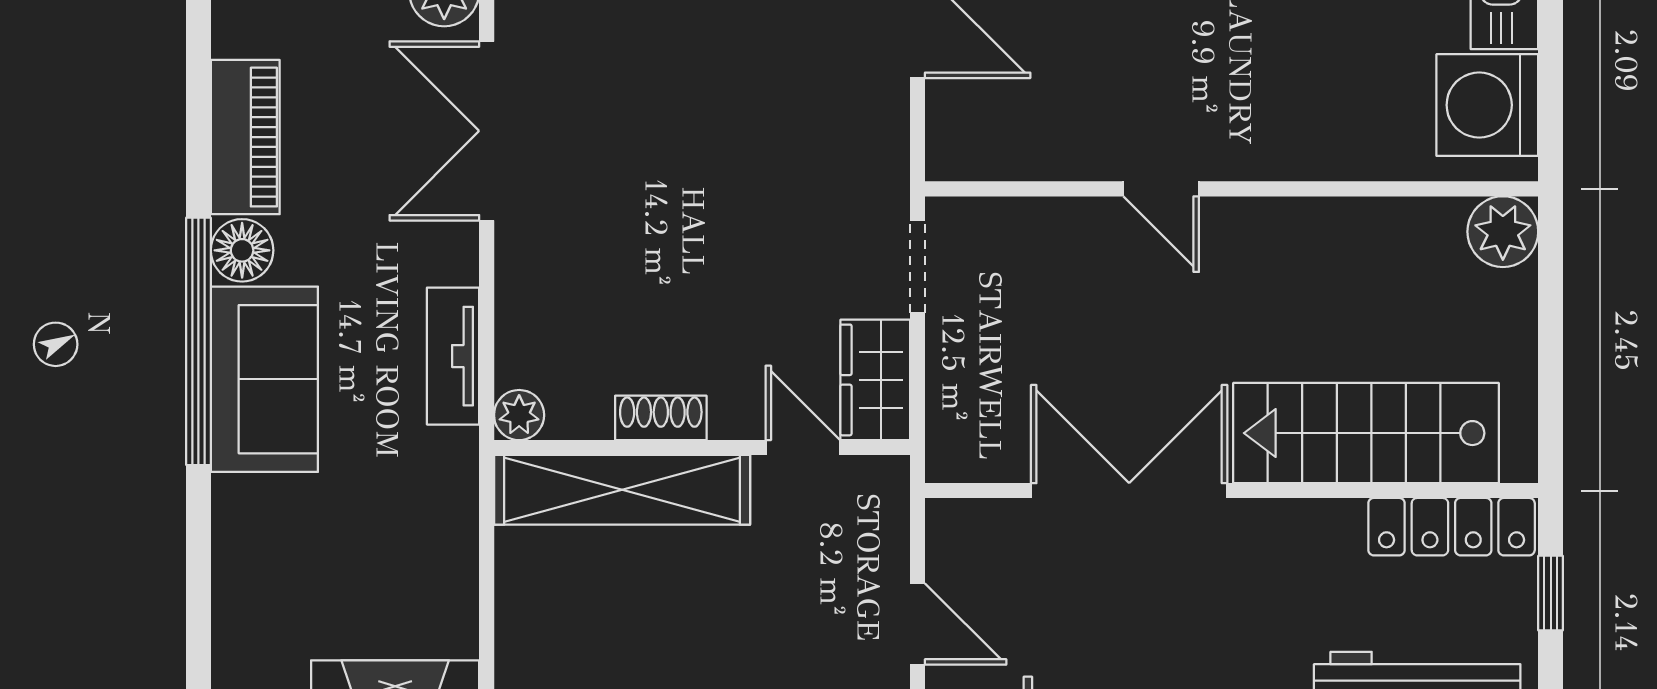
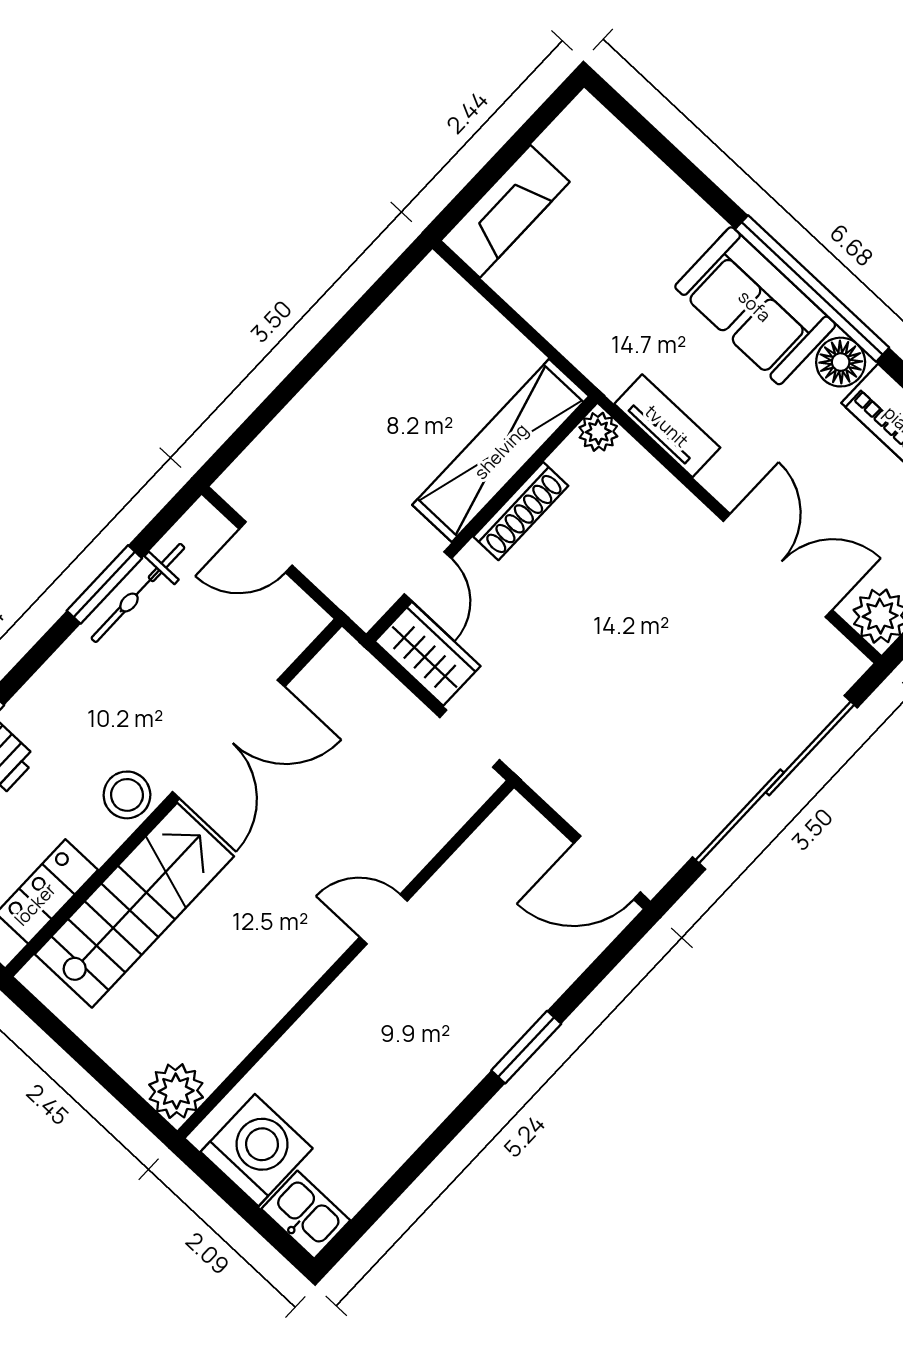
shoe rack: (661, 418) -> (521, 511), width x1.43
door: (803, 447) -> (428, 576), hinge flipped
stool: (1270, 537) -> (127, 795), added

